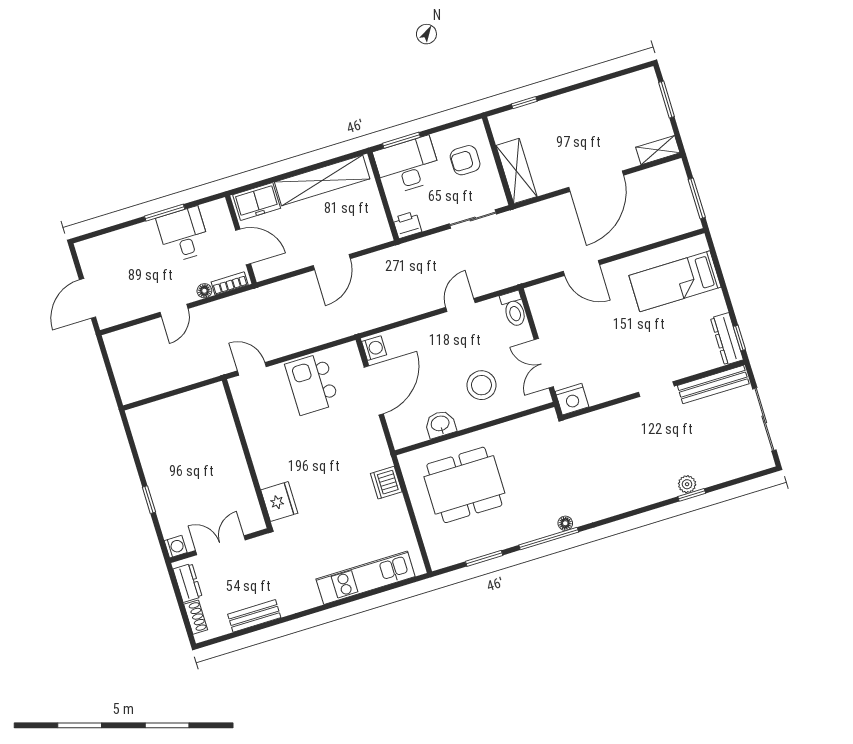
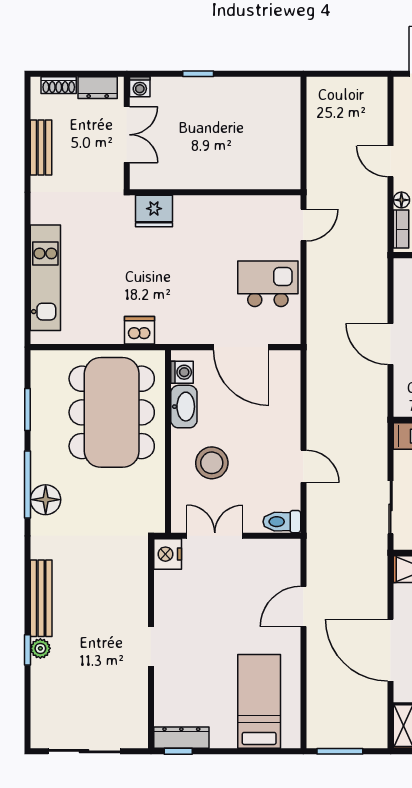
washing machine: (374, 348) -> (182, 372), moved, turned -90
bench: (713, 385) -> (41, 598), moved
washbasin: (440, 424) -> (184, 407), width x1.38
dining table: (464, 485) -> (112, 412), width x1.36, depth x1.24
floor lamp: (565, 523) -> (46, 500), width x1.89, depth x1.89

